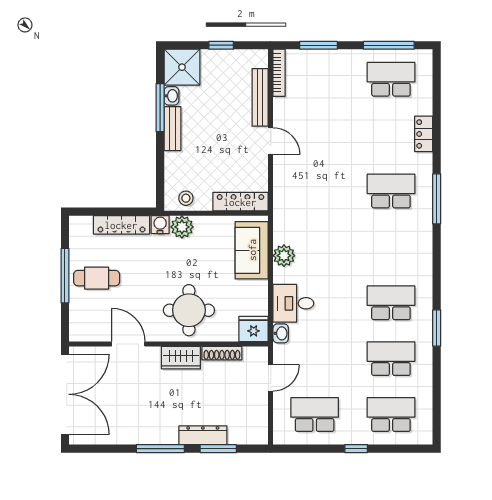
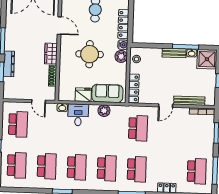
school desk: (315, 191) -> (138, 128), added
school desk: (391, 247) -> (107, 168), added
round table: (189, 310) -> (90, 54), moved
fridge: (254, 329) -> (83, 95), moved, turned -90
door: (128, 344) -> (59, 26), hinge flipped

